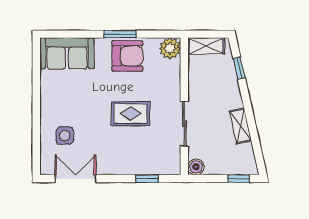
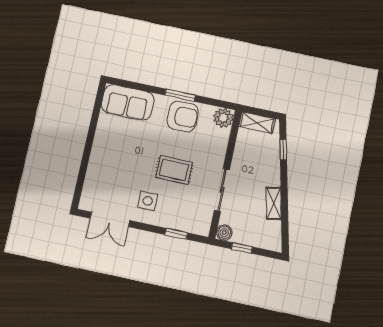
side table: (65, 136) -> (148, 201), moved
double door: (76, 179) -> (110, 219), swing flipped
window: (239, 179) -> (242, 248), moved

